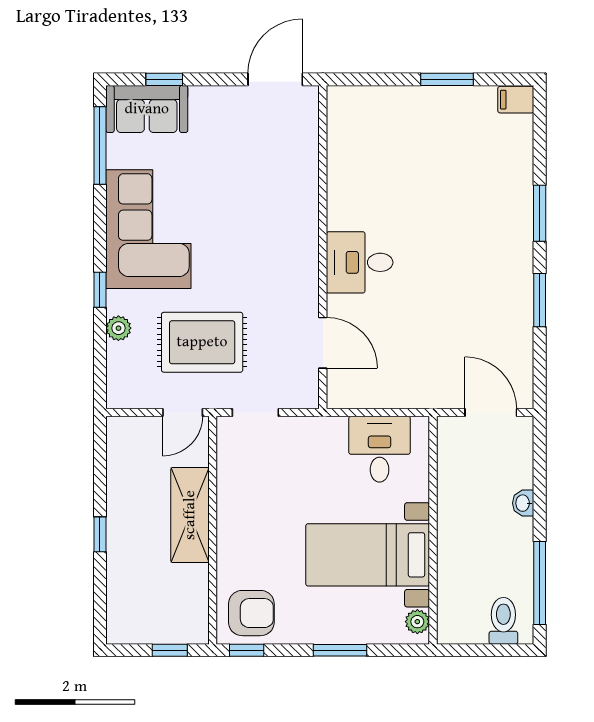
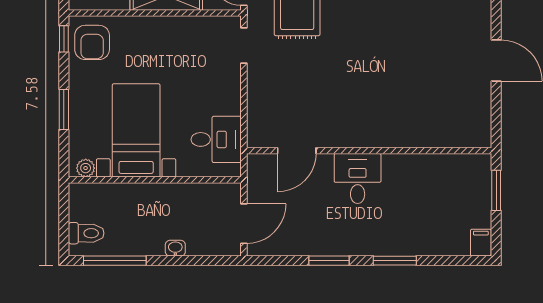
wall: (323, 247) -> (369, 151), moved
desk: (360, 262) -> (358, 178), moved
door: (323, 343) -> (297, 151), moved

